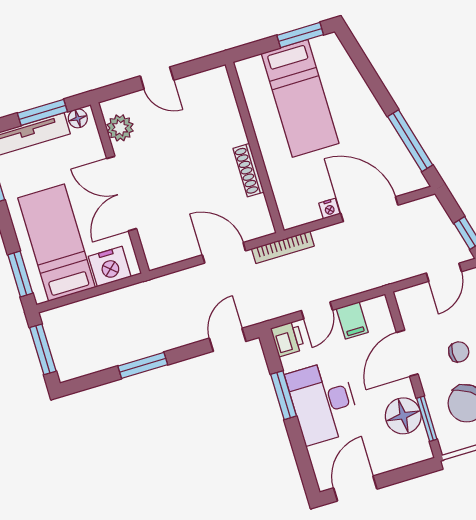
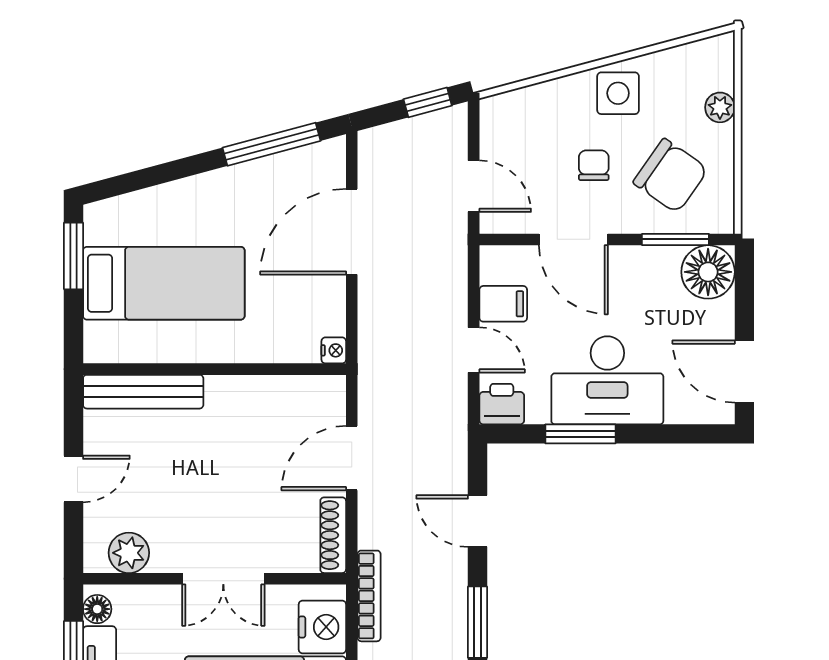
bench: (226, 106) -> (143, 392), added
shoe rack: (248, 170) -> (333, 535), moved, turned 90
double door: (122, 194) -> (223, 579), width x0.73
nightstand: (329, 209) -> (334, 350), moved
bookcase: (283, 247) -> (369, 596), moved
door: (444, 272) -> (474, 186), moved
door: (228, 340) -> (478, 521), moved
floor lamp: (403, 416) -> (708, 272), moved

